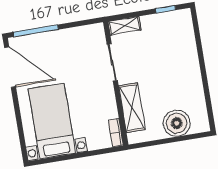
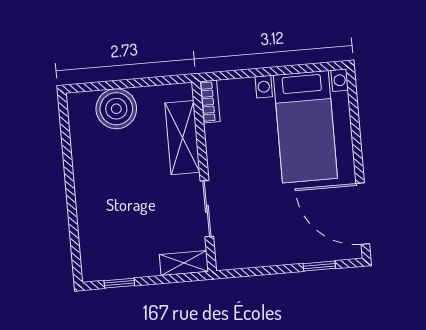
window: (36, 31) -> (319, 266), width x0.46

